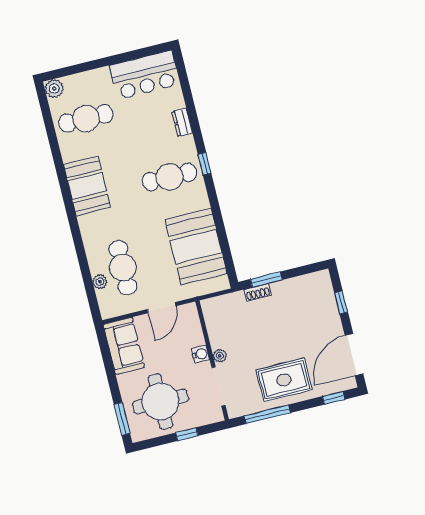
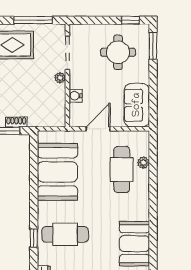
water cooler: (201, 354) -> (76, 96), moved
round table: (160, 401) -> (118, 52), width x0.73, depth x0.73
window: (187, 434) -> (131, 20), moved

